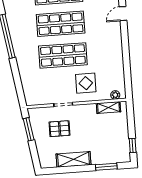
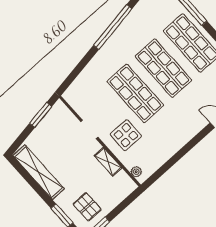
shelving: (108, 108) -> (108, 162), moved
pallet: (60, 129) -> (87, 207), moved
shelving: (73, 159) -> (39, 172), width x1.47

